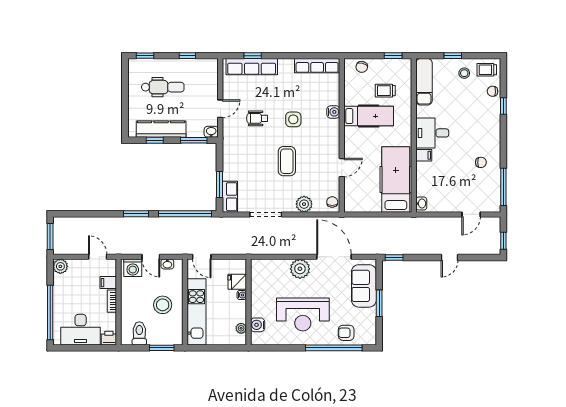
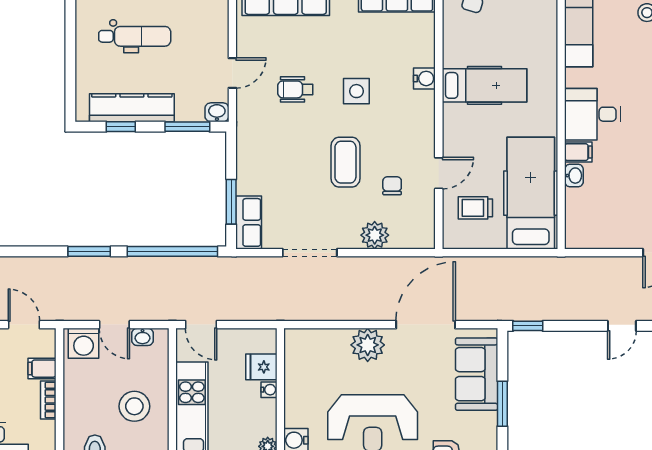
trolley: (385, 91) -> (475, 208), moved
chair: (332, 202) -> (392, 186), moved
washbasin: (421, 204) -> (574, 176), moved
door: (334, 257) -> (426, 325), hinge flipped

